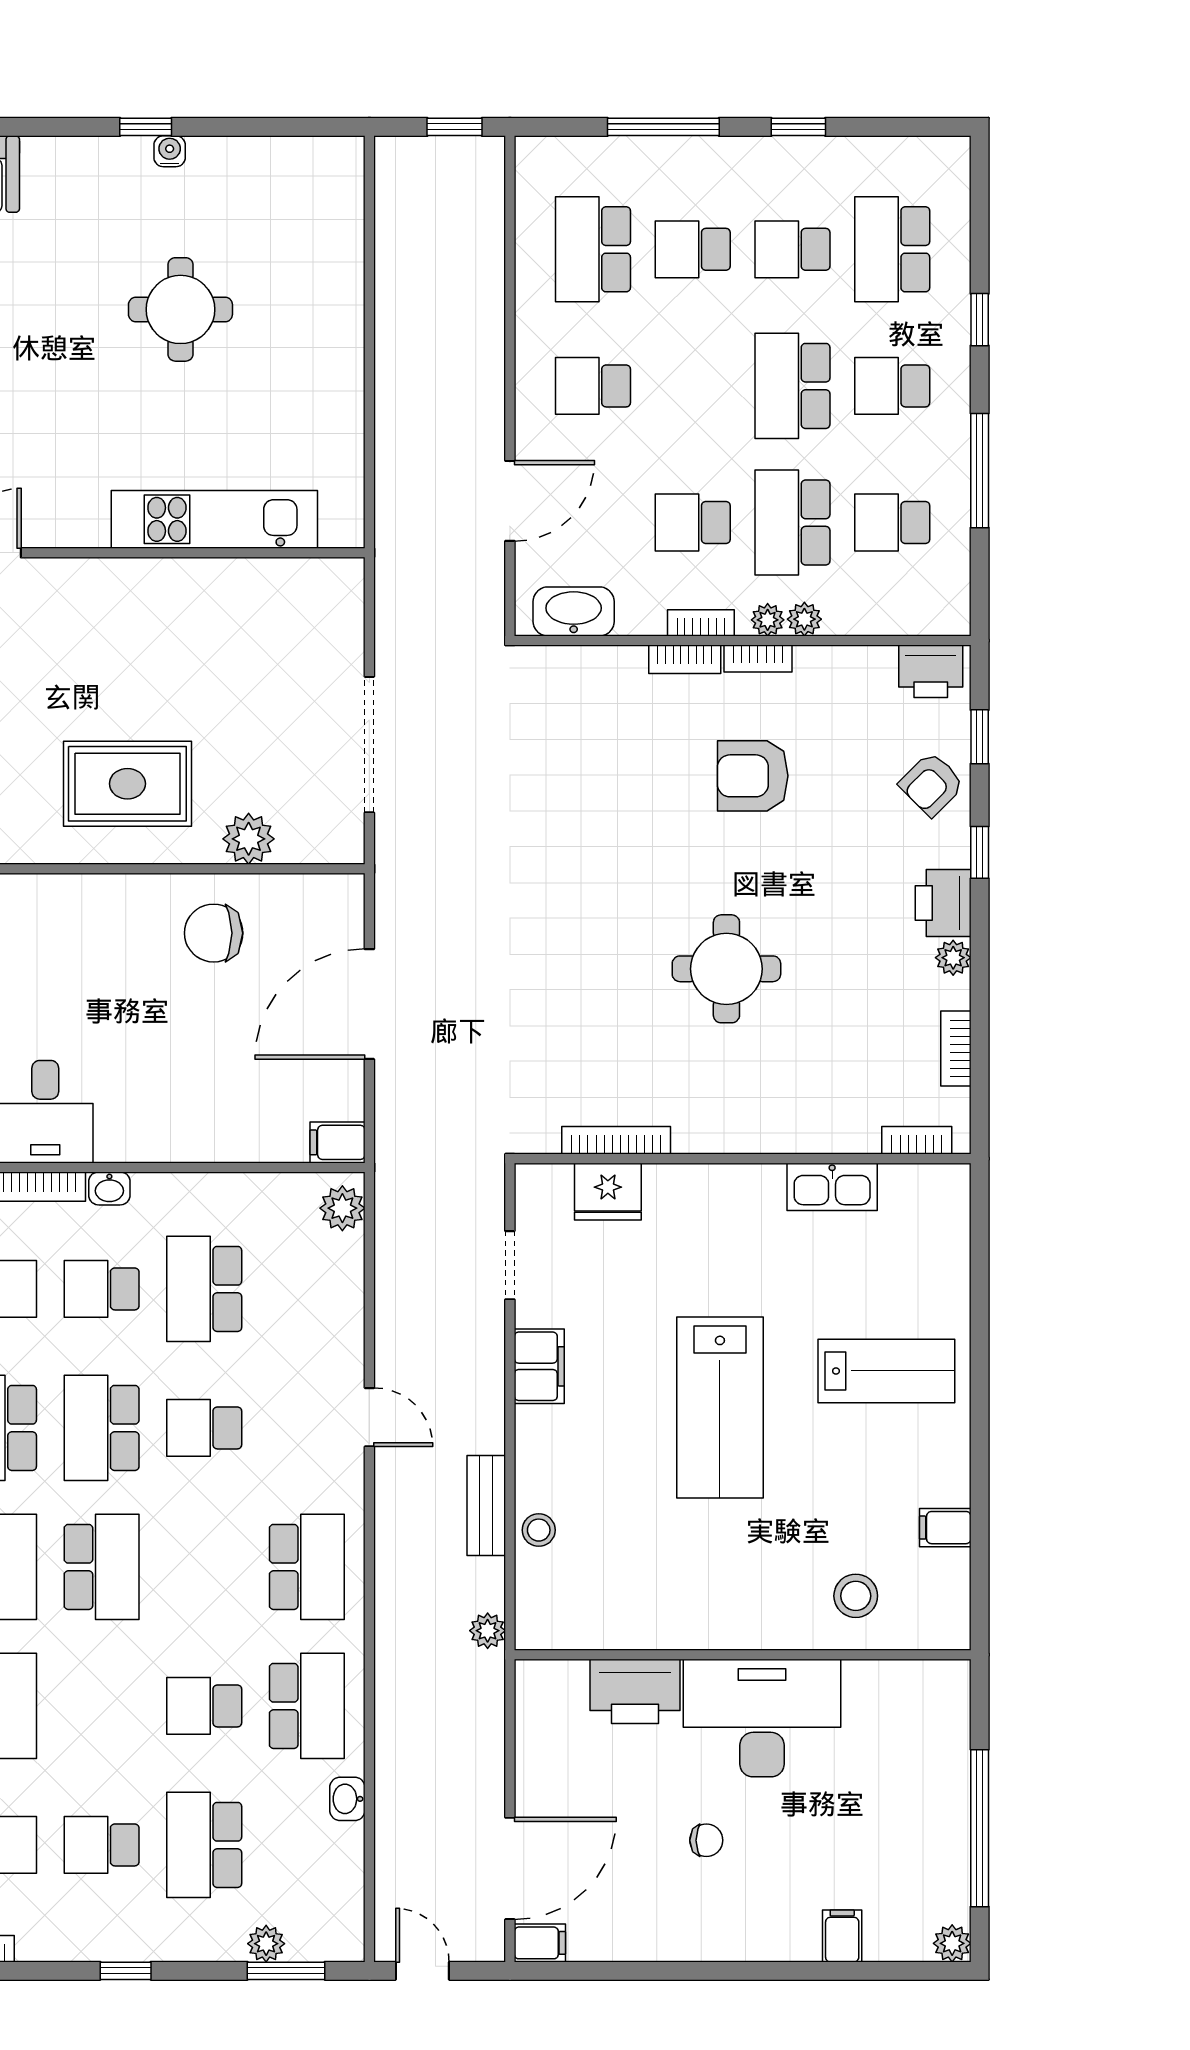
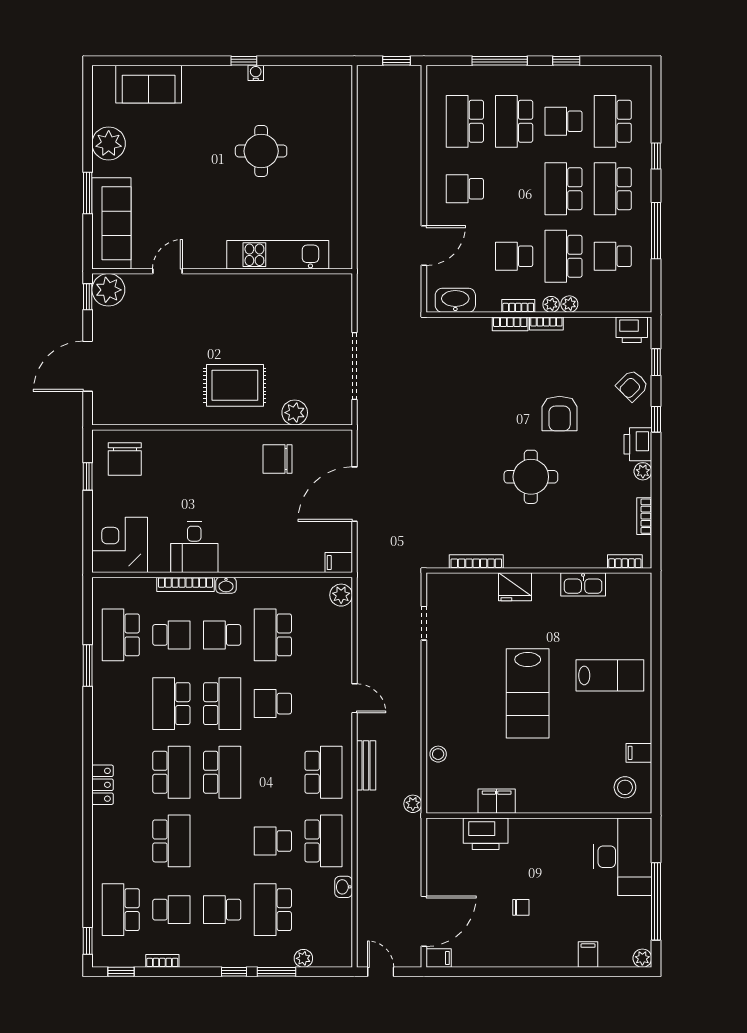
school desk: (693, 249) -> (514, 121), width x1.85
school desk: (892, 386) -> (613, 189), width x1.85
armchair: (753, 776) -> (560, 414), moved, turned -90
fridge: (608, 1192) -> (515, 587), moved
filing cabinet: (539, 1366) -> (497, 801), moved, turned -90
school desk: (102, 1428) -> (222, 704), turned 180
bench: (486, 1506) -> (366, 765), moved
stool: (856, 1596) -> (625, 787), moved
desk: (762, 1718) -> (622, 857), moved, turned 90
window: (286, 1971) -> (276, 972), moved

